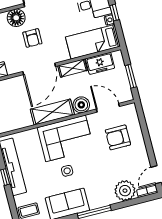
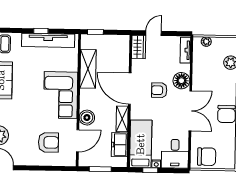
window: (114, 13) -> (150, 170), moved
shelving: (52, 112) -> (88, 69), moved
armchair: (118, 137) -> (48, 142), turned 90
side table: (67, 171) -> (31, 88), removed

